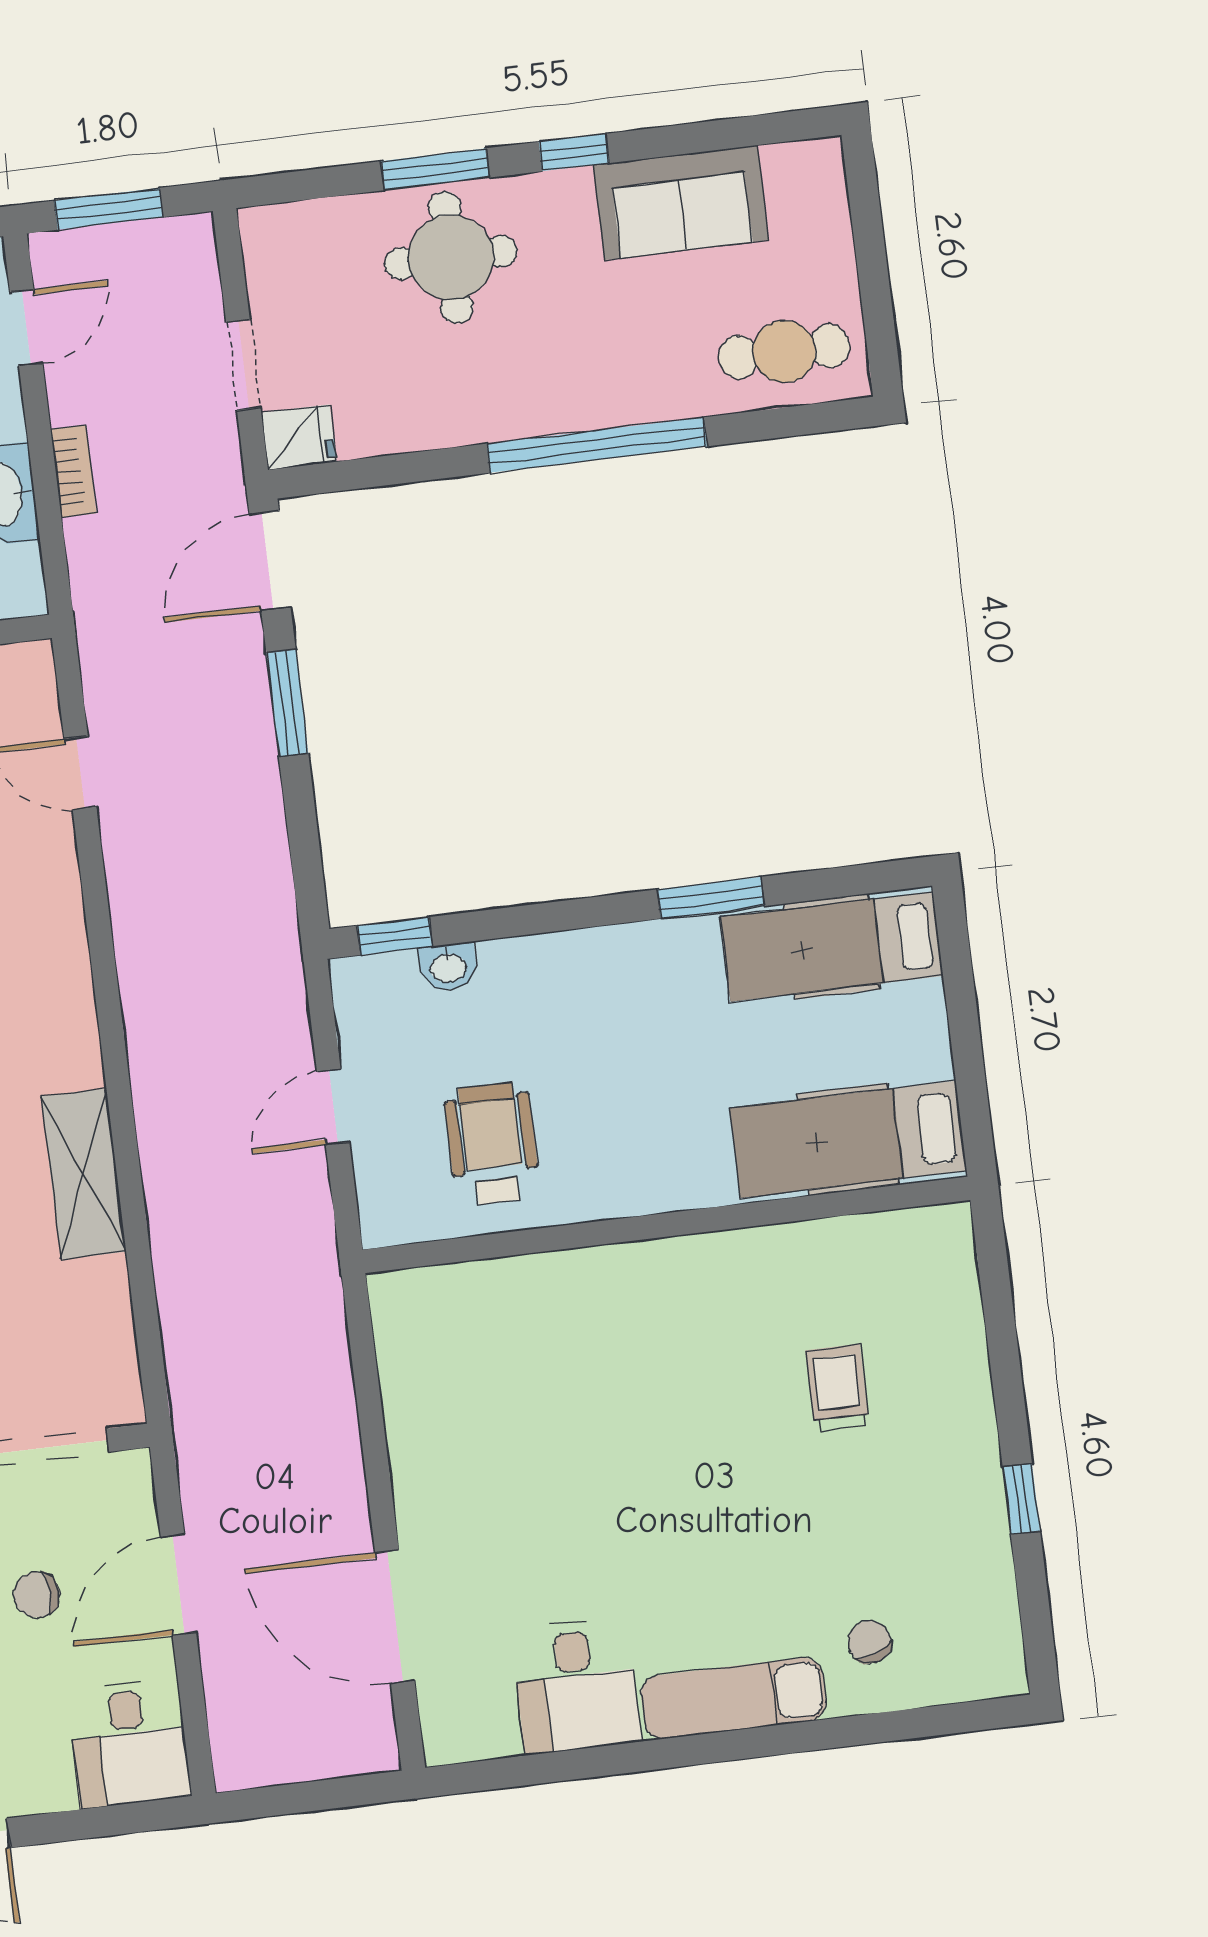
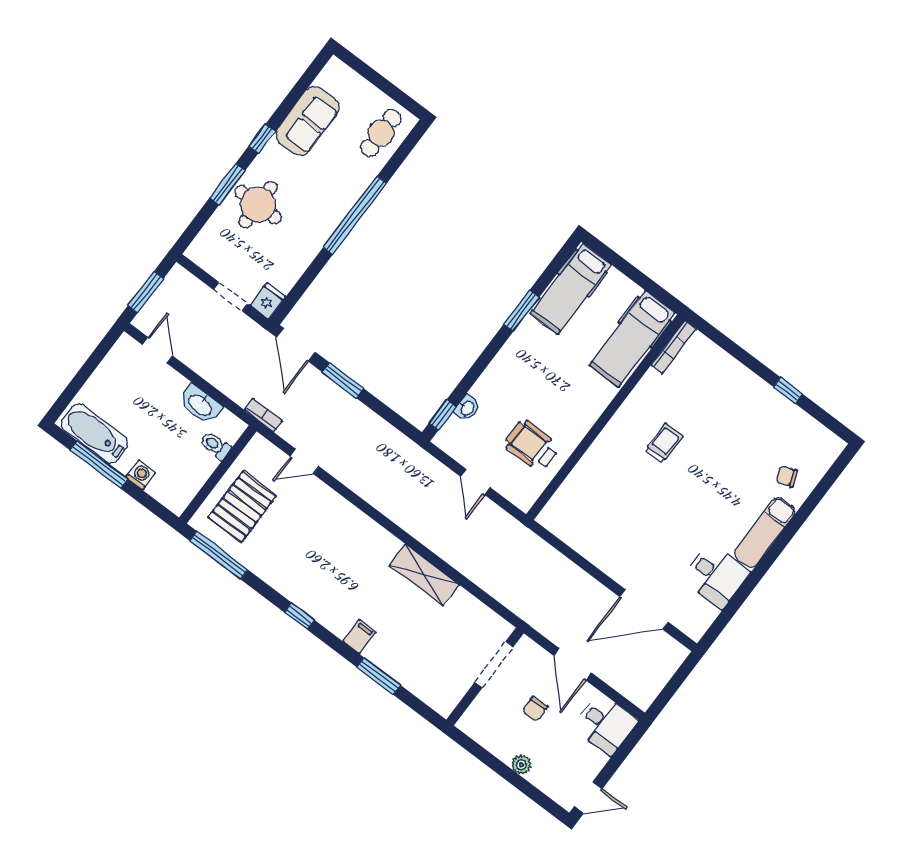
bookcase: (73, 471) -> (264, 415), moved
bookcase: (904, 1226) -> (674, 347), added
trolley: (837, 1388) -> (664, 443), moved, turned 90

